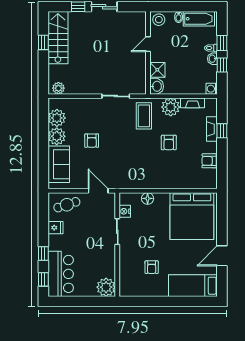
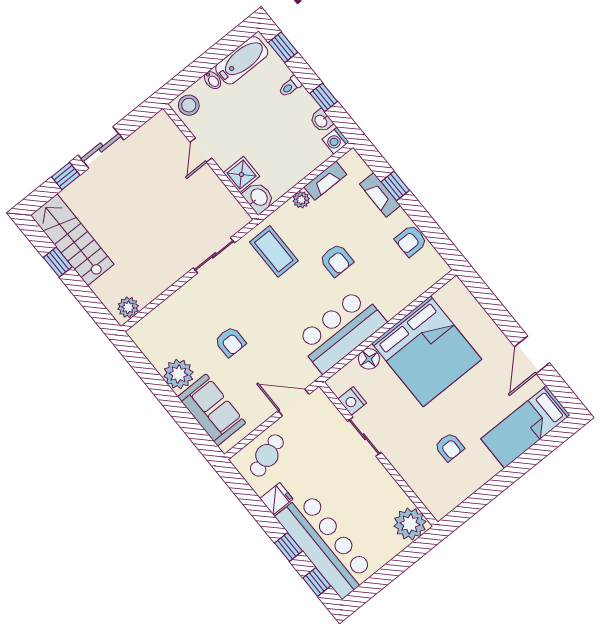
window: (222, 43) -> (283, 47), moved
washbasin: (212, 59) -> (321, 121), moved
plant: (171, 107) -> (301, 200), width x0.53, depth x0.53
plant: (57, 118) -> (158, 349), removed
bar counter: (145, 176) -> (341, 331), added
bed: (192, 216) -> (427, 351), moved
bar counter: (61, 274) -> (325, 544), width x1.36

